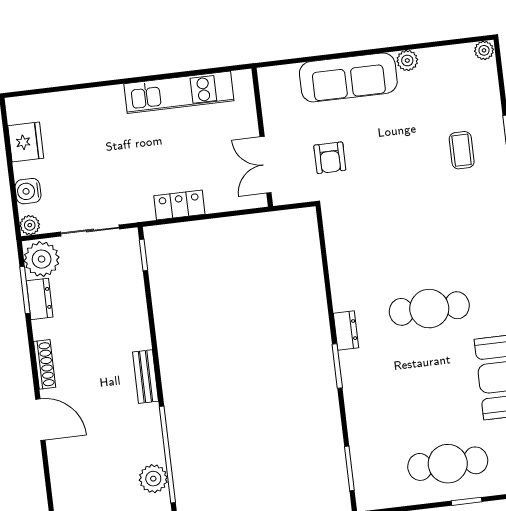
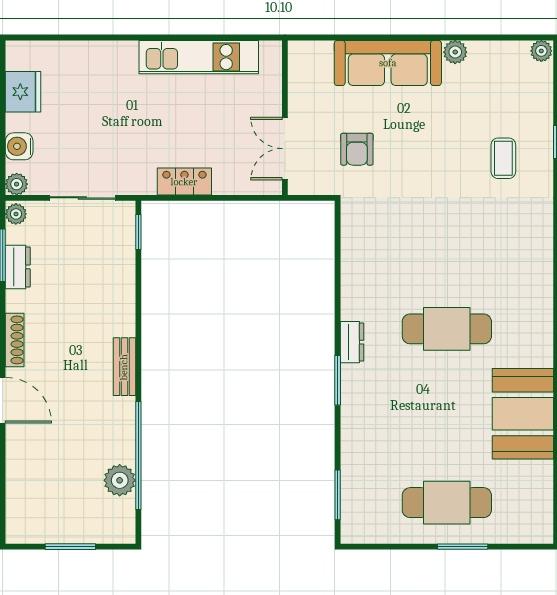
plant: (42, 259) -> (16, 214), width x0.53, depth x0.53
window: (467, 501) -> (463, 547), width x1.50

